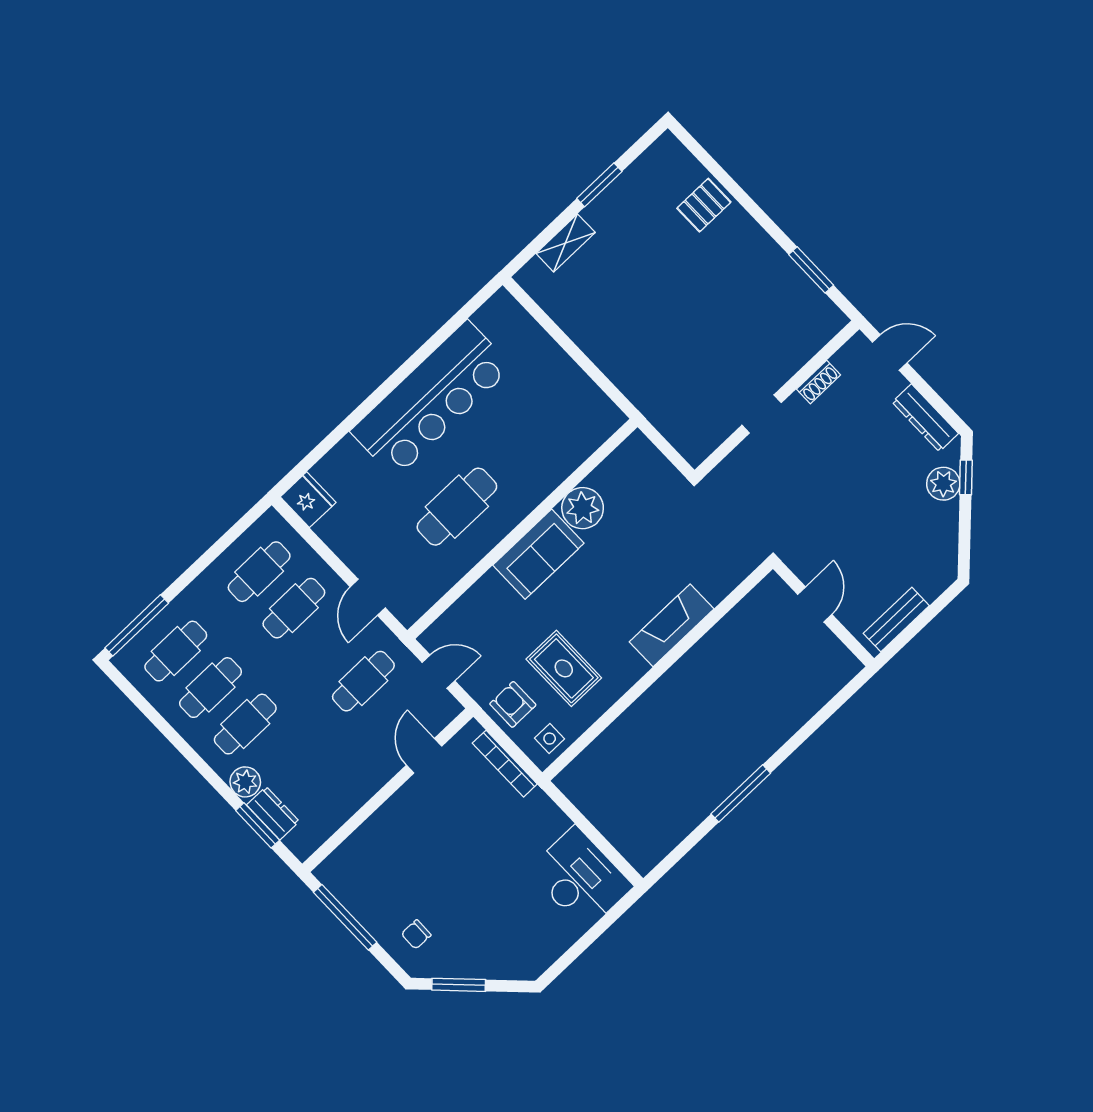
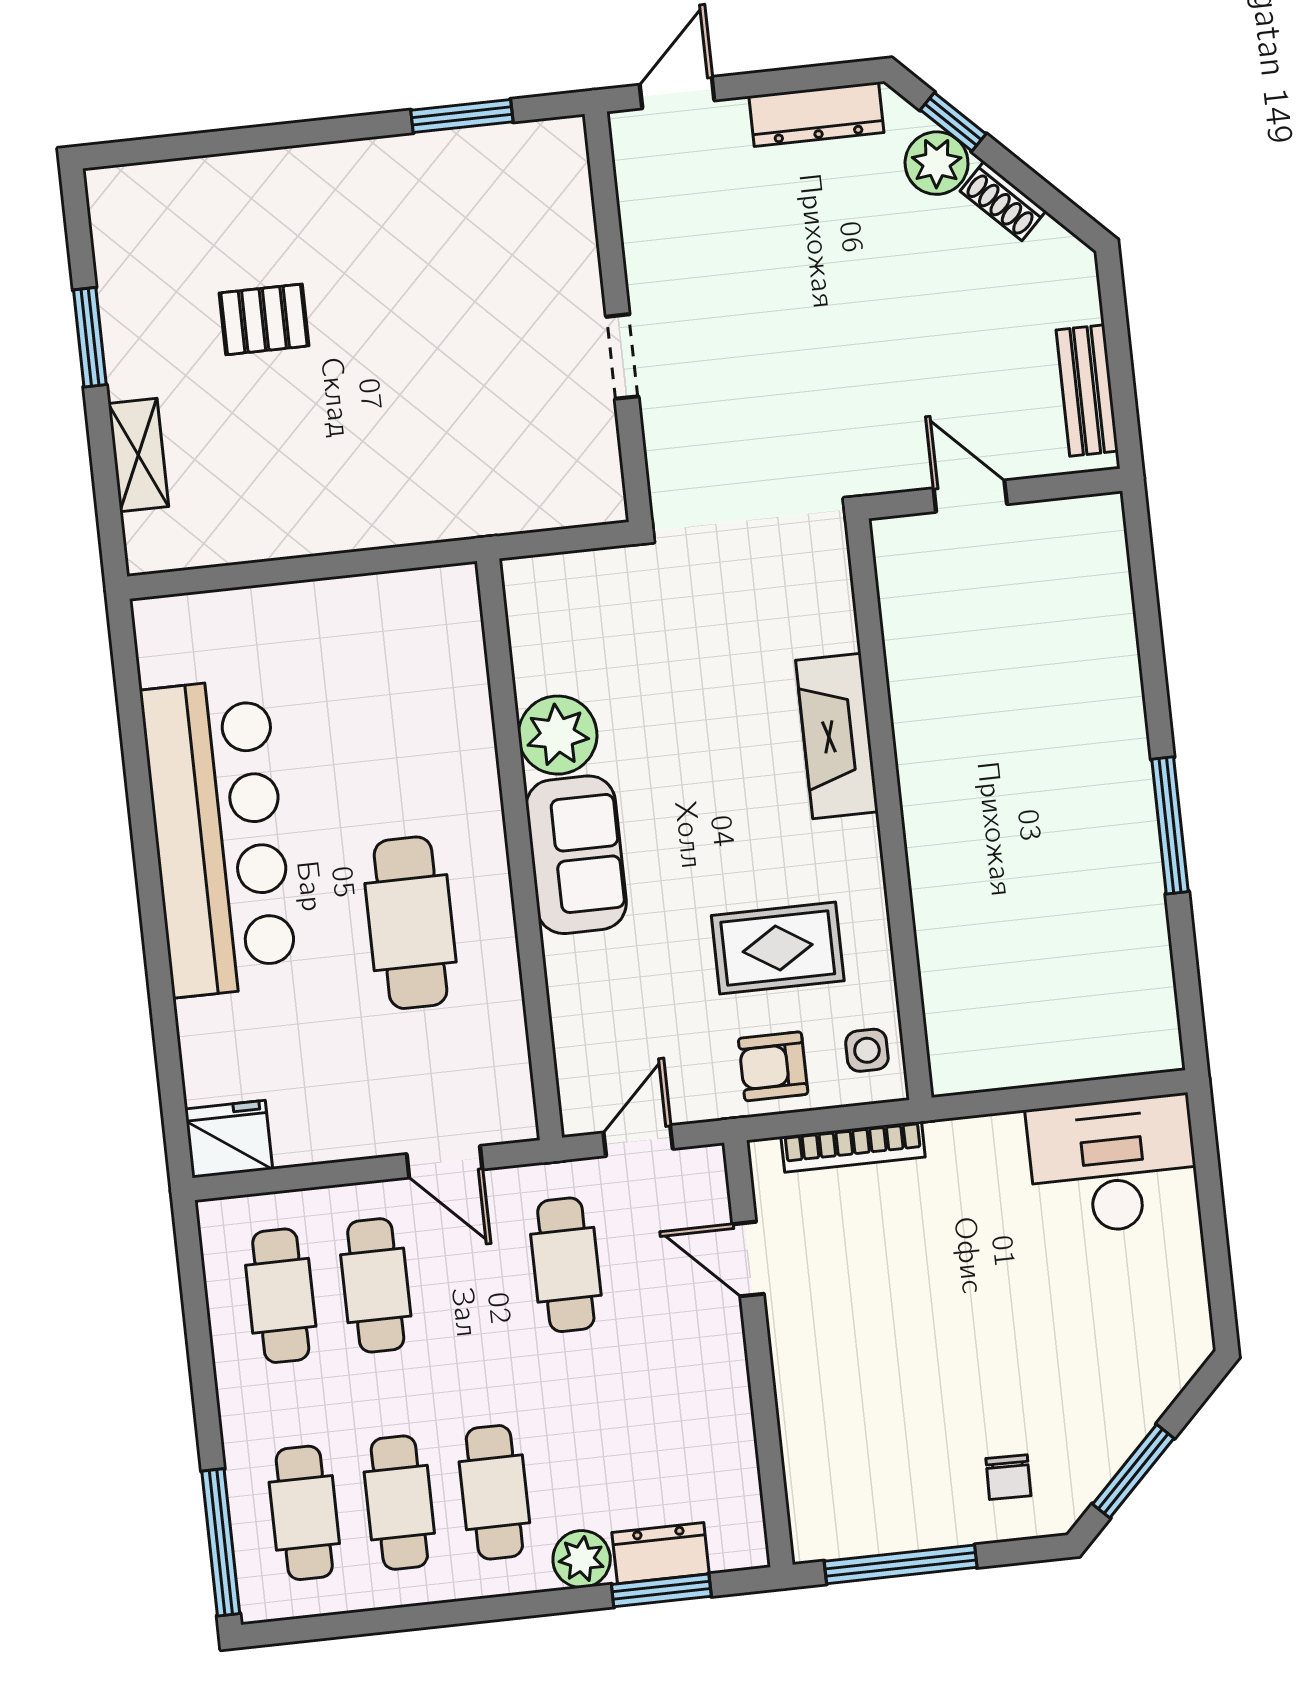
pallet: (704, 205) -> (264, 319), moved, turned 90
shoe rack: (819, 382) -> (1003, 201), moved, turned 135

